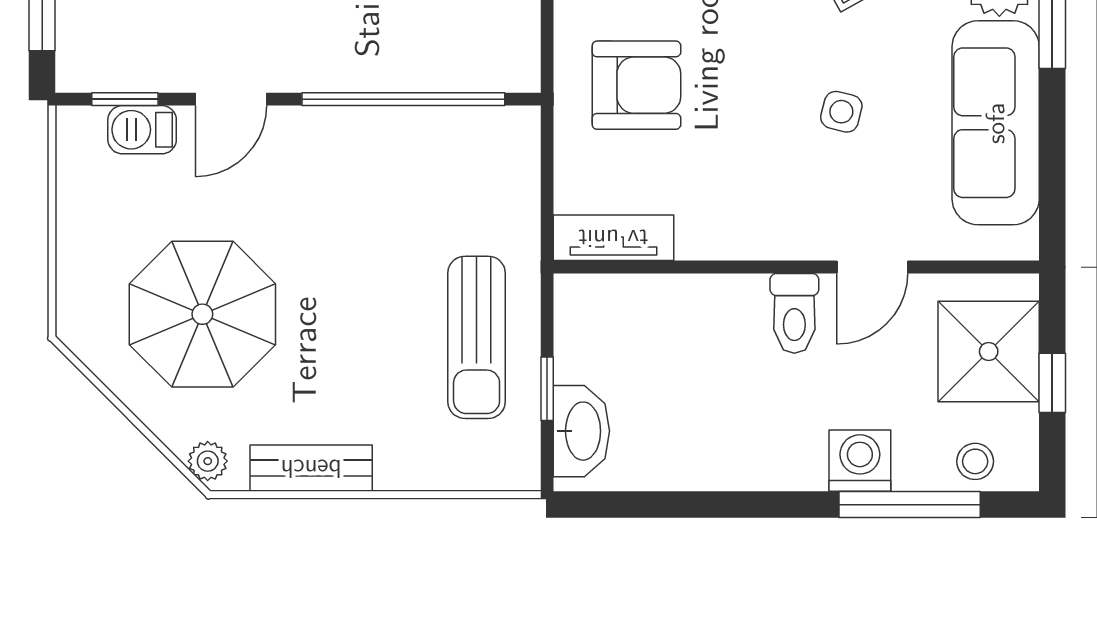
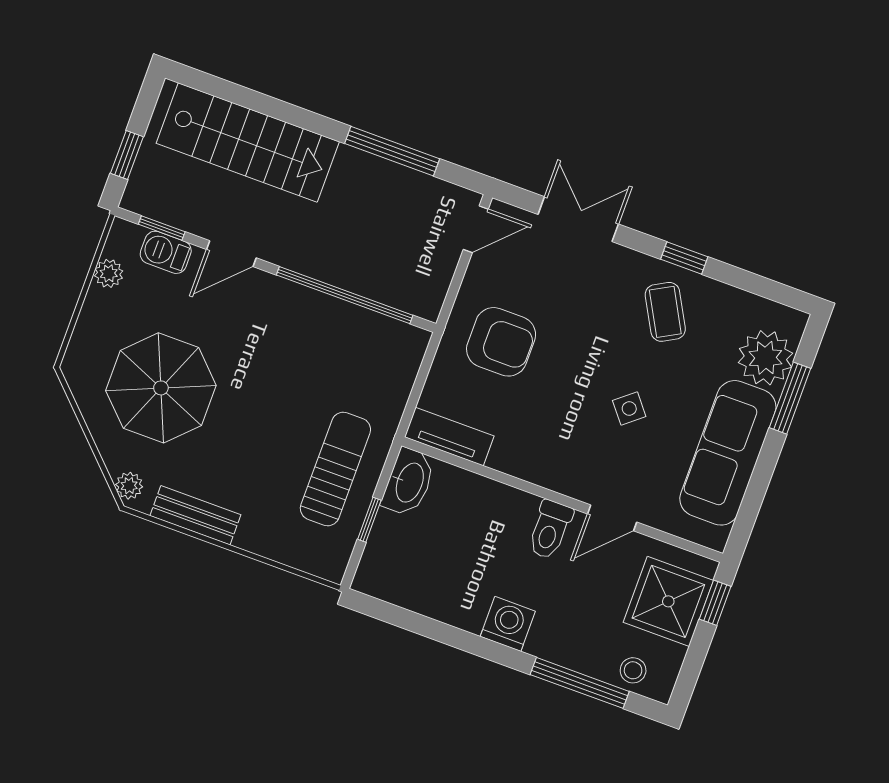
side table: (841, 112) -> (629, 409), turned 37
plant: (76, 186) -> (109, 273), added
sun lounger: (477, 337) -> (335, 469), turned 180
window: (1052, 383) -> (715, 603), moved
washbasin: (581, 431) -> (409, 482), moved
washing machine: (860, 461) -> (508, 624), moved

